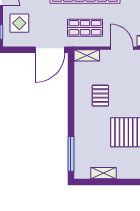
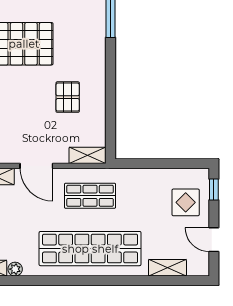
door: (50, 50) -> (141, 164), removed

